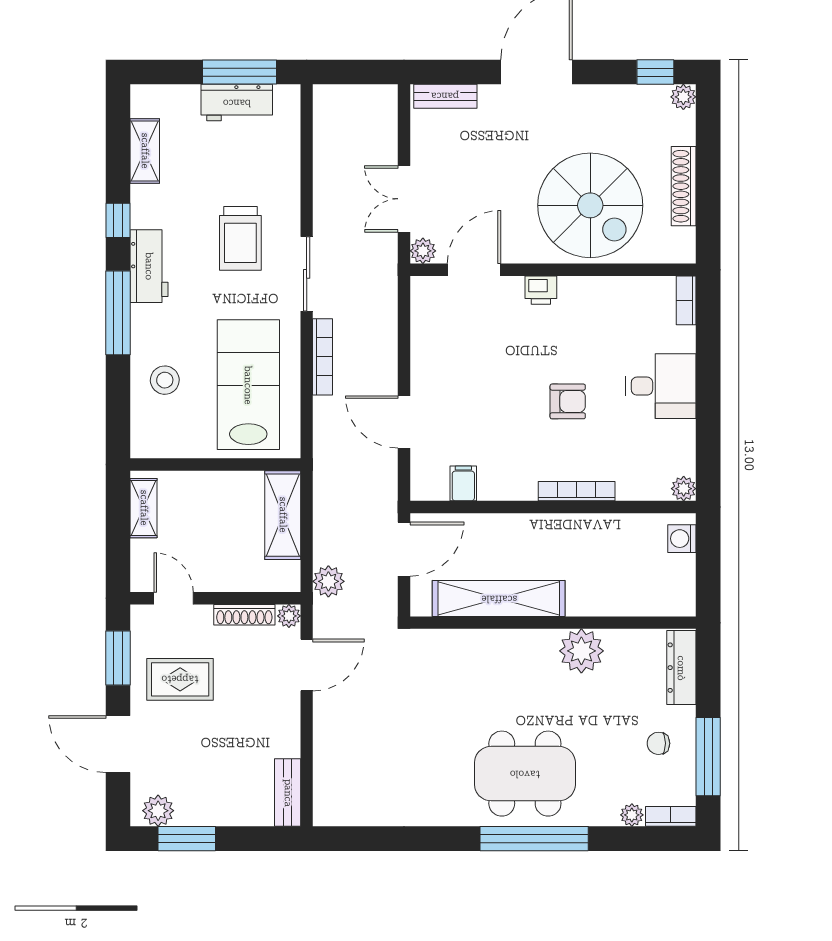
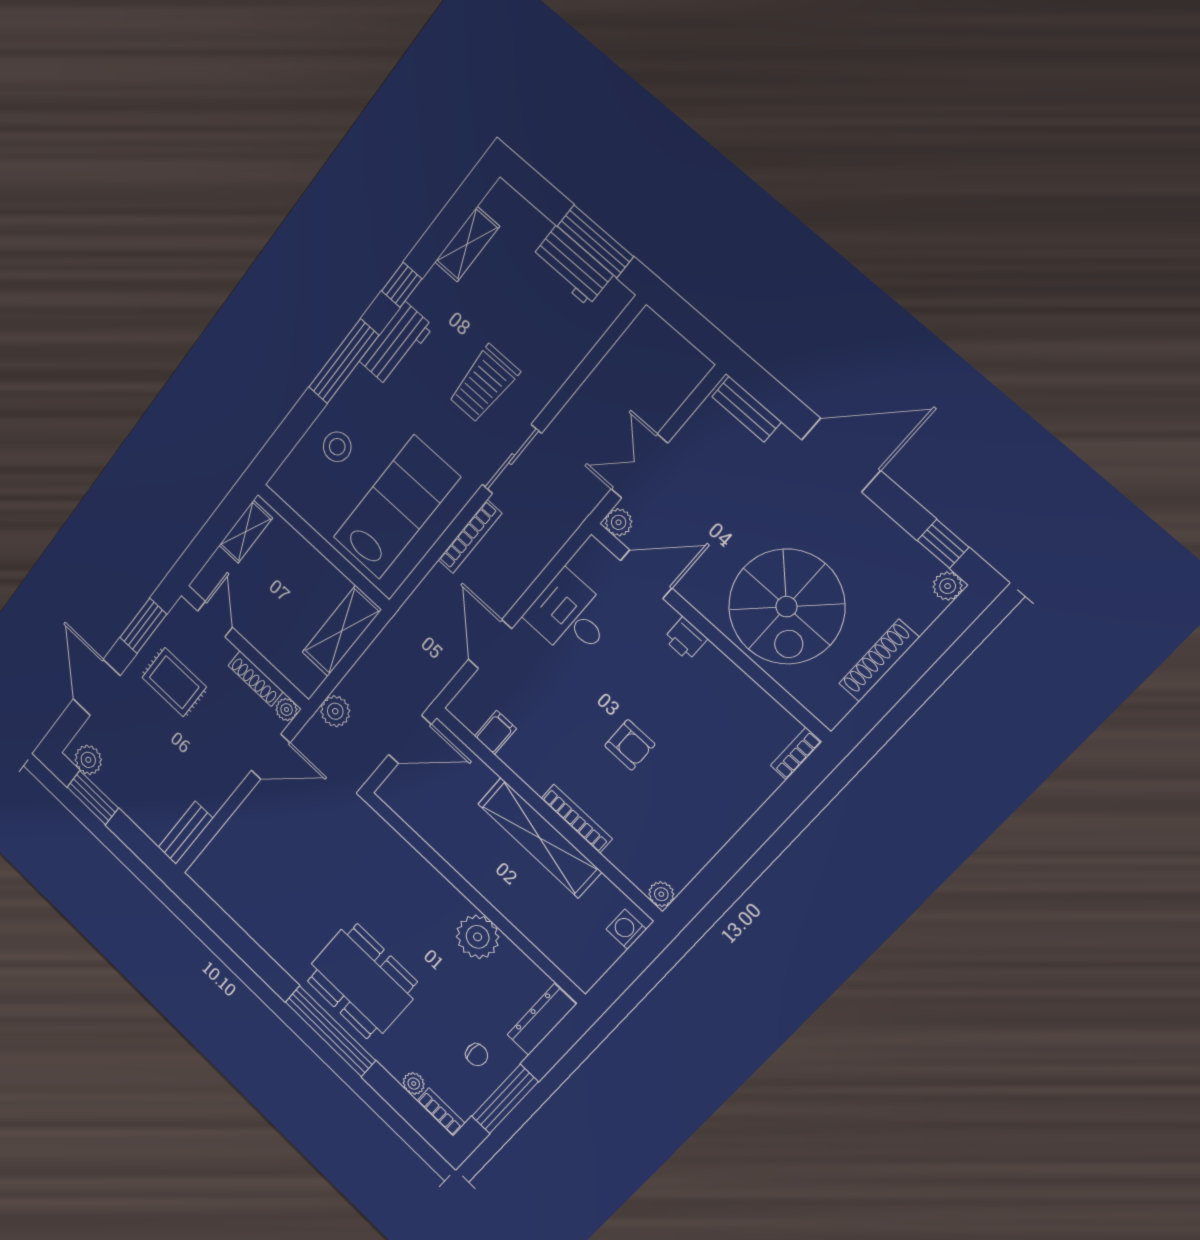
desk: (661, 386) -> (570, 616), moved, turned 180
shelving: (499, 599) -> (540, 838), moved
chair: (658, 743) -> (477, 1055), turned 180

